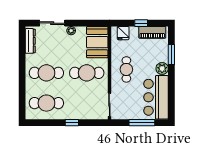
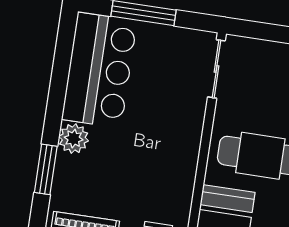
cafe table: (126, 69) -> (162, 149), removed

